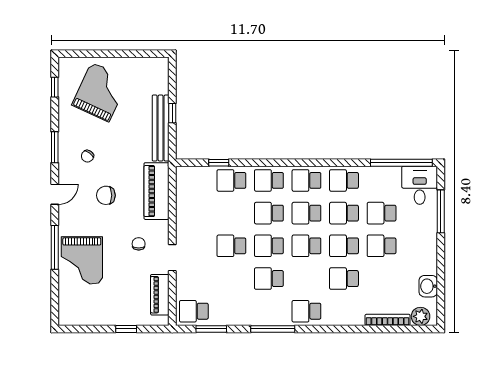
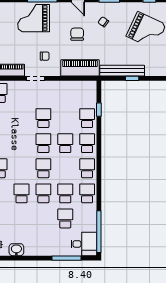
school desk: (306, 213) -> (65, 168), removed
school desk: (382, 246) -> (43, 218), removed
school desk: (269, 279) -> (22, 143), removed

